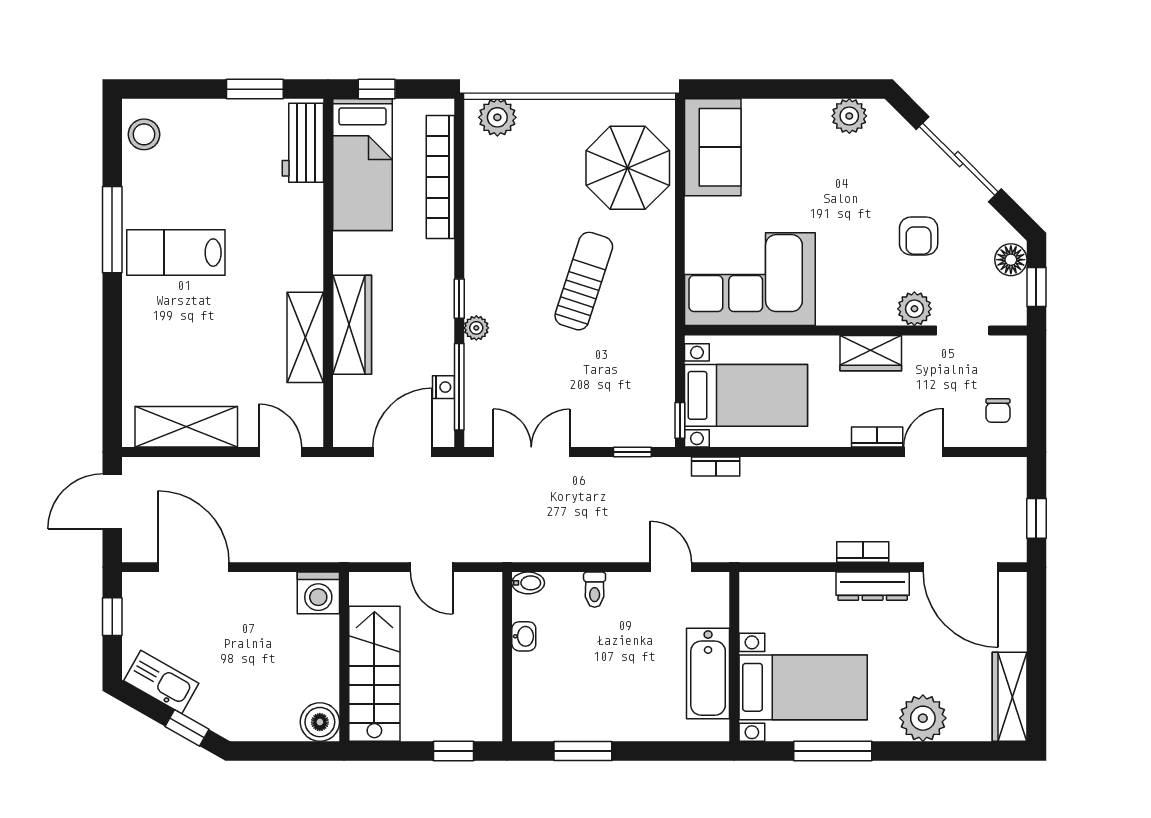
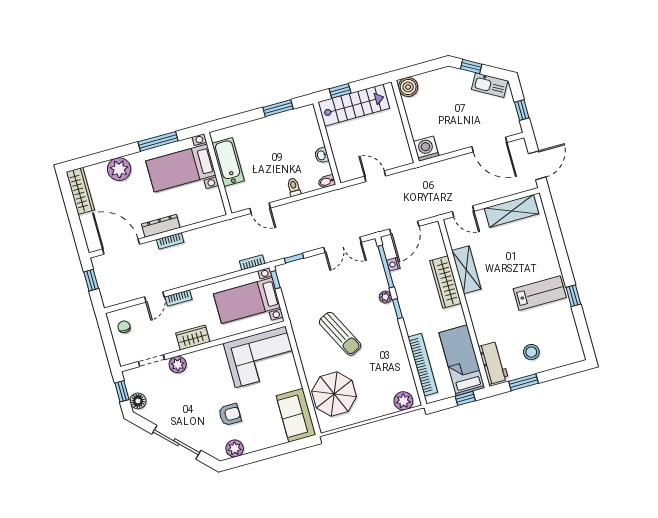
stool: (144, 134) -> (531, 352), moved
window: (112, 230) -> (573, 296), width x0.46
armchair: (919, 236) -> (230, 415), moved, turned 90
sun lounger: (584, 281) -> (340, 334), turned -45
stairs: (374, 674) -> (354, 105), moved, turned -90

